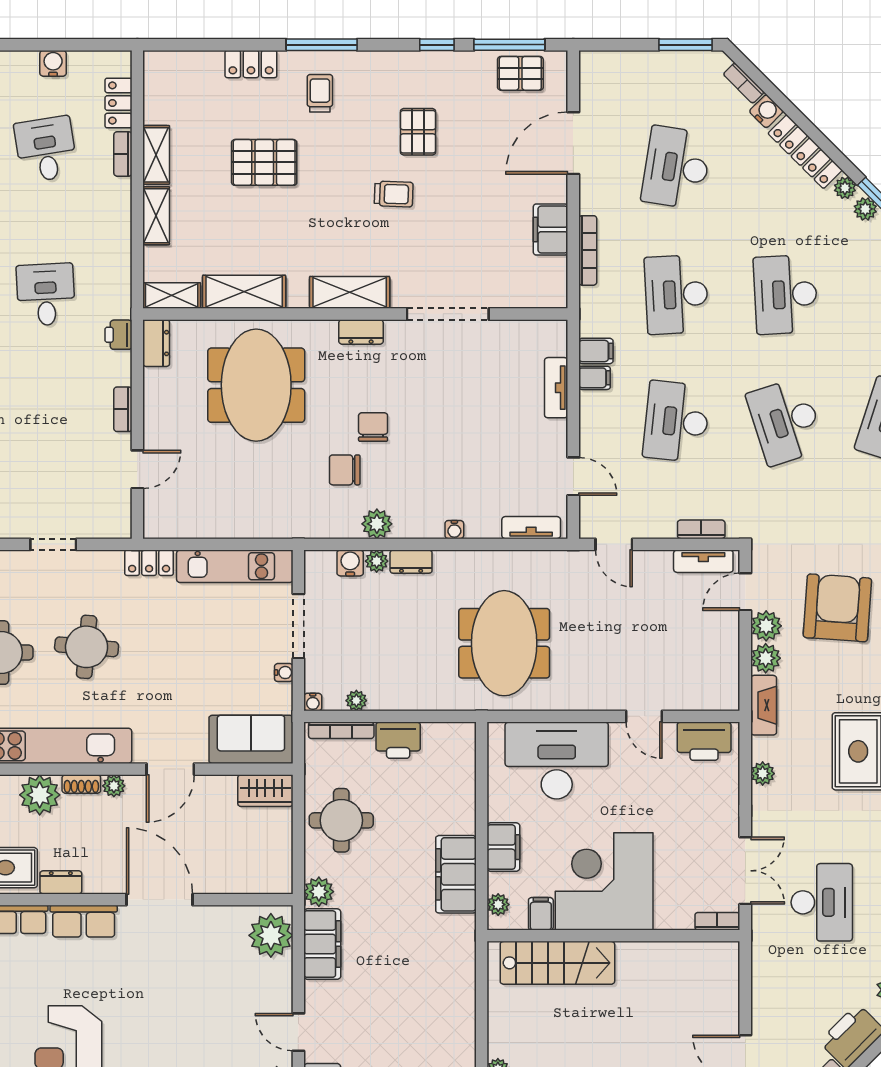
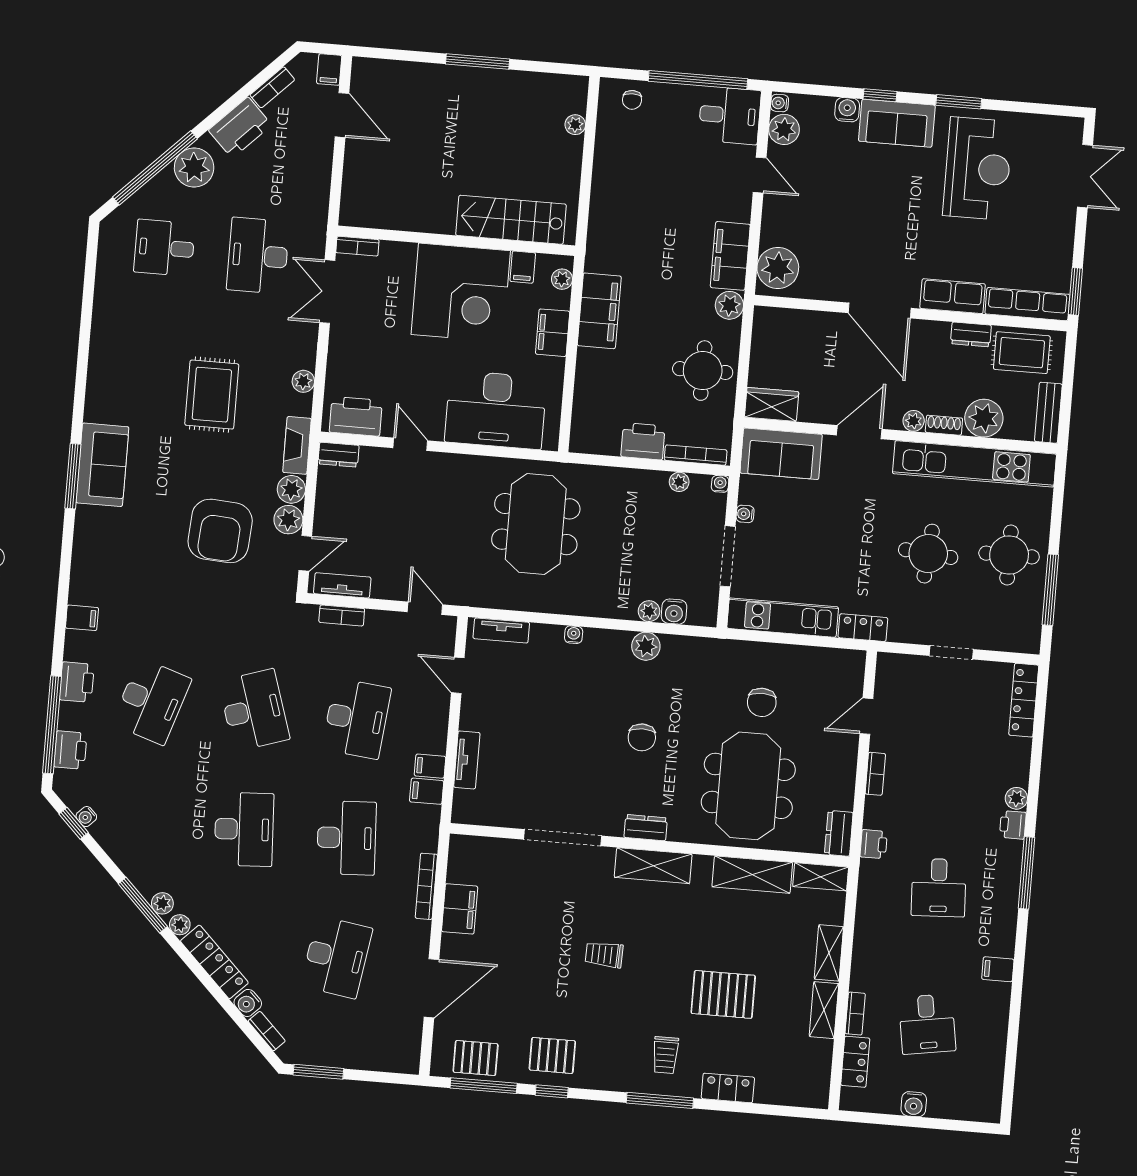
pallet: (418, 132) -> (552, 1055), moved, turned 90
chair: (345, 470) -> (762, 702), moved, turned 90
dresser: (411, 562) -> (339, 455), moved, turned 180

